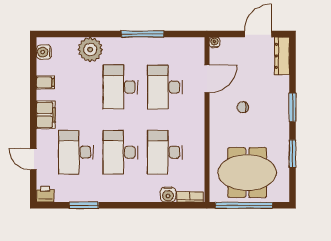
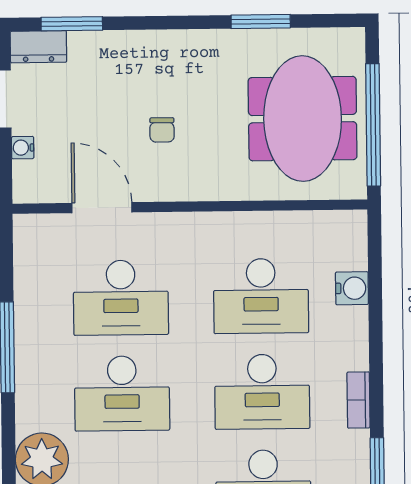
water cooler: (214, 42) -> (23, 148), moved
dresser: (282, 56) -> (38, 47), width x0.70
window: (293, 107) -> (72, 24), moved
bookcase: (190, 197) -> (358, 400), moved

